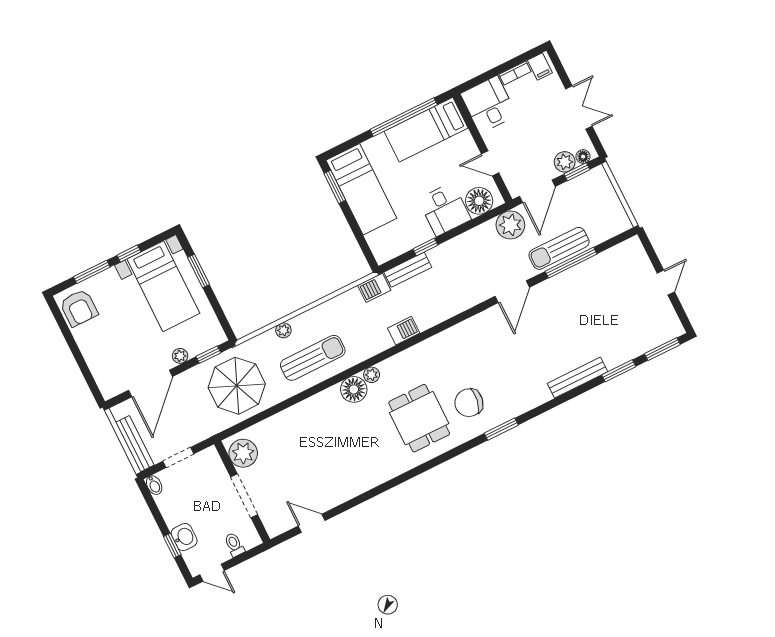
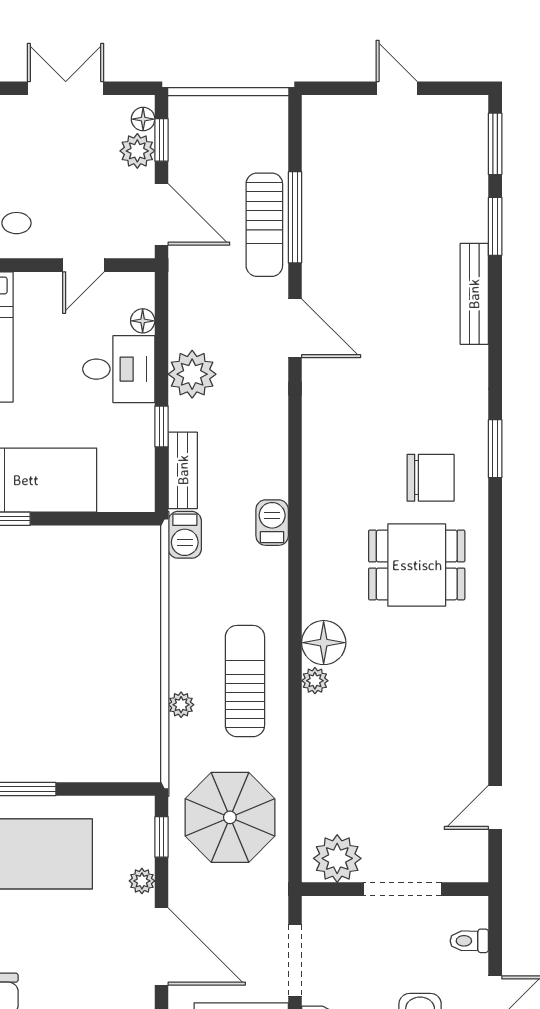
floor lamp: (479, 201) -> (143, 321), width x0.53, depth x0.53
plant: (510, 225) -> (192, 374), moved
plant: (372, 375) -> (315, 681), moved
chair: (469, 403) -> (431, 478), turned -99
doorway: (178, 458) -> (295, 960), width x1.38

